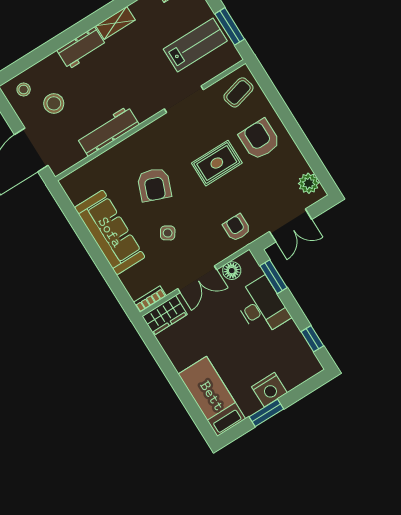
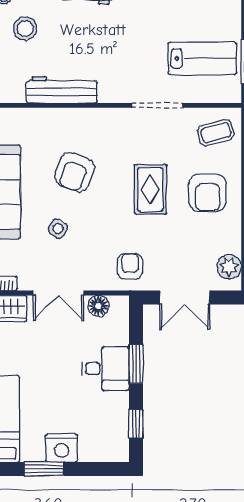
armchair: (260, 139) -> (208, 193), turned 180
rug: (217, 163) -> (150, 189), turned 90
window: (274, 277) -> (136, 364), moved
desk: (262, 307) -> (106, 368), width x0.73

